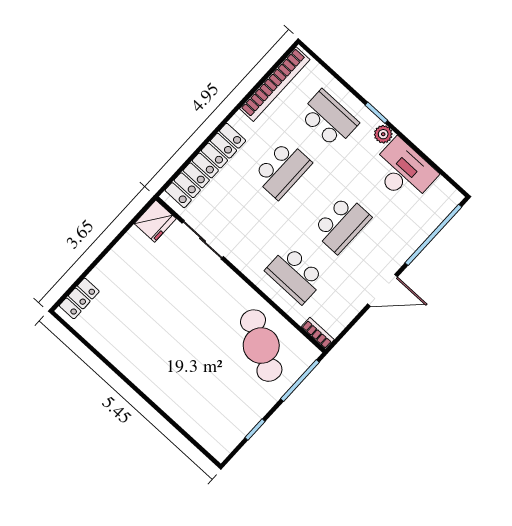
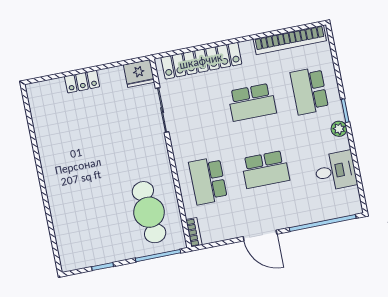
school desk: (329, 119) -> (309, 91), turned 180
desk: (403, 171) -> (335, 171), width x0.73
locker: (79, 298) -> (82, 82), moved
cafe table: (261, 346) -> (149, 212), turned -34

